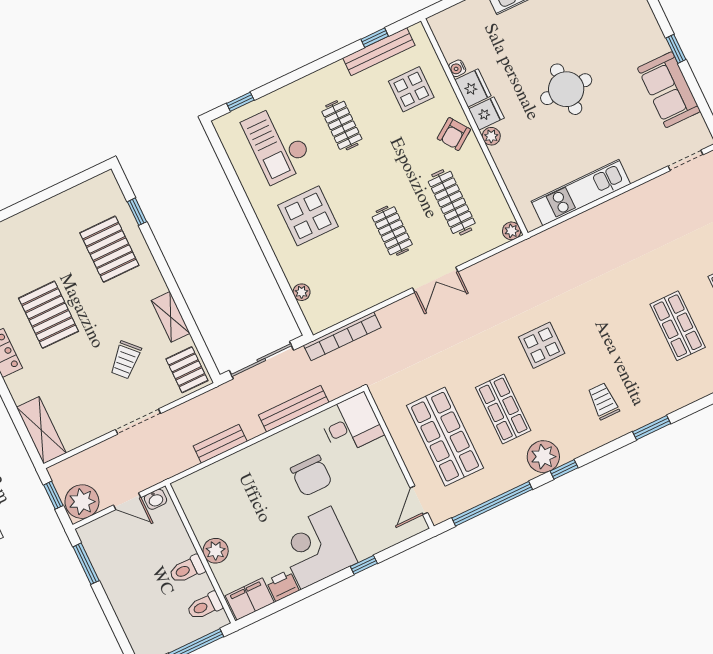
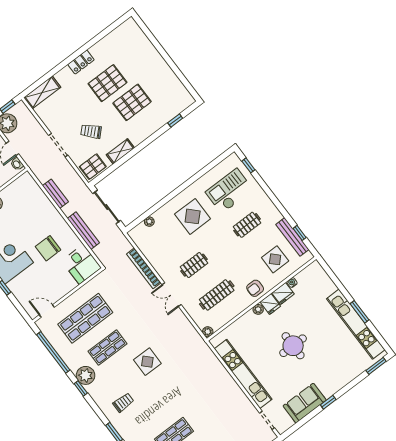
armchair: (454, 134) -> (255, 288), turned -55
kitchen unit: (581, 193) -> (243, 374), width x1.36
pallet: (109, 249) -> (132, 102), moved
bookcase: (342, 336) -> (144, 268), moved

